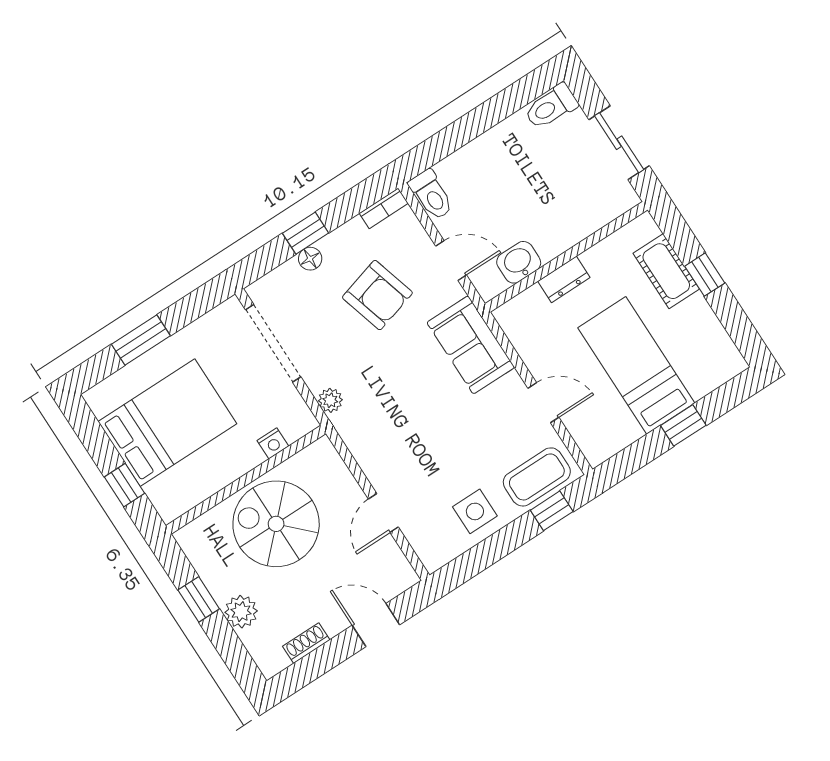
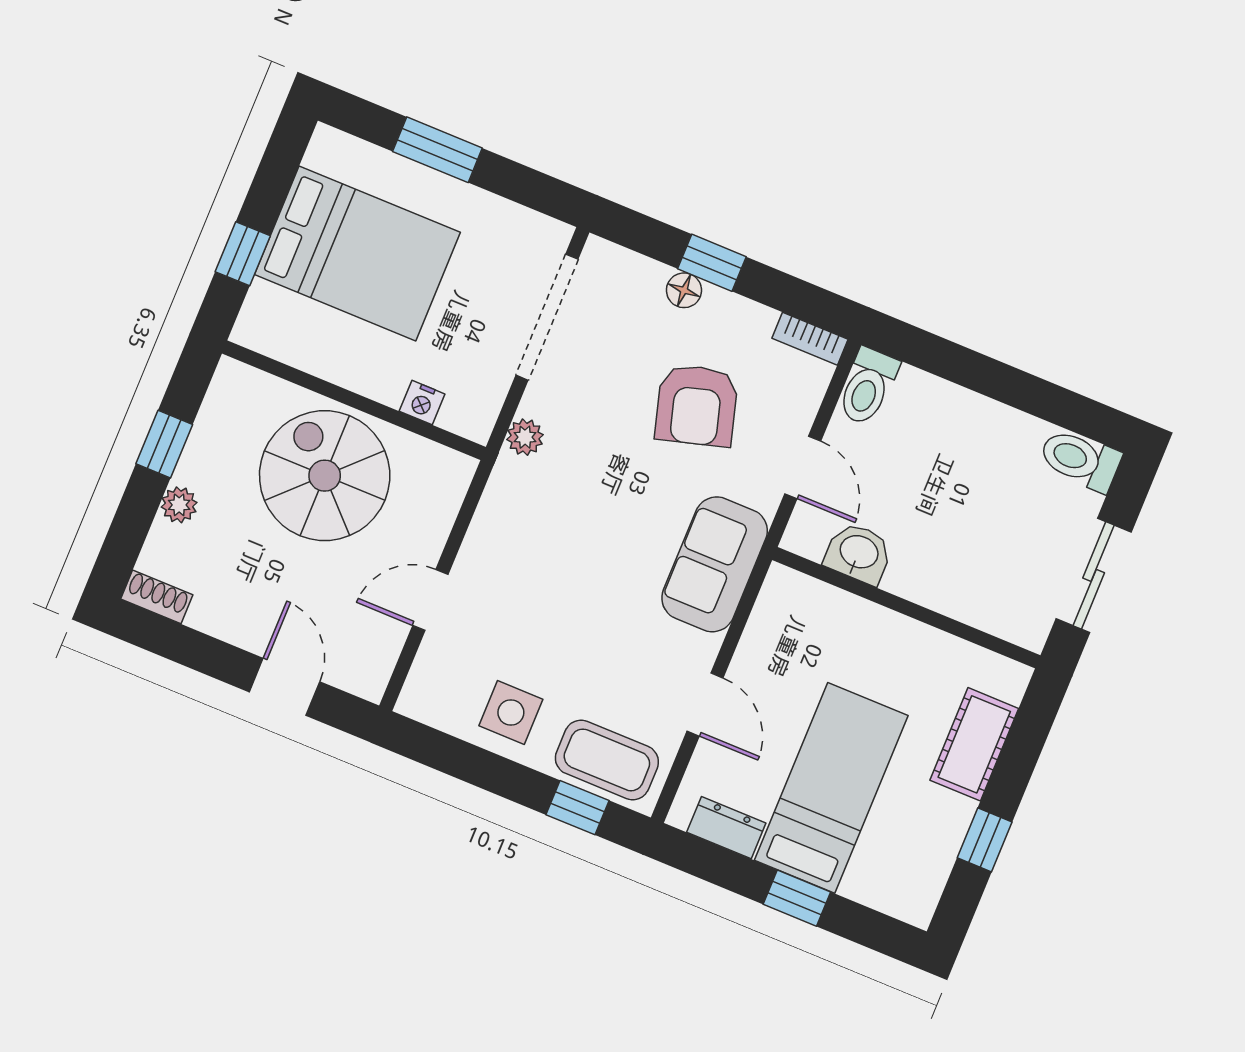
window: (705, 275) -> (985, 840), moved
dresser: (564, 279) -> (726, 828), moved, turned 180
plant: (241, 612) -> (179, 505), width x0.73, depth x0.73
shoe rack: (306, 643) -> (157, 597), moved

